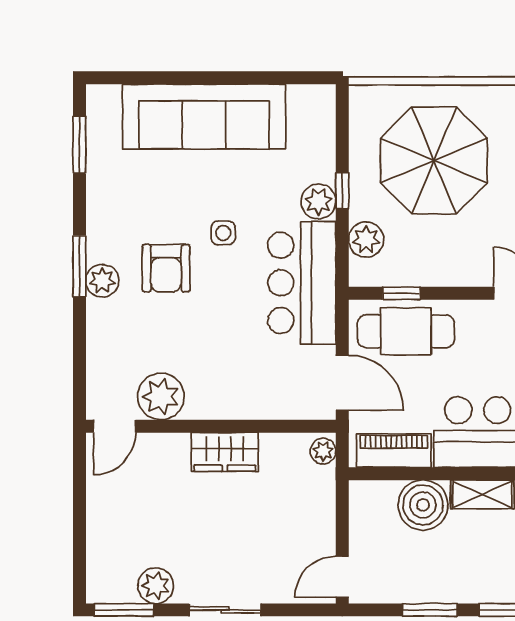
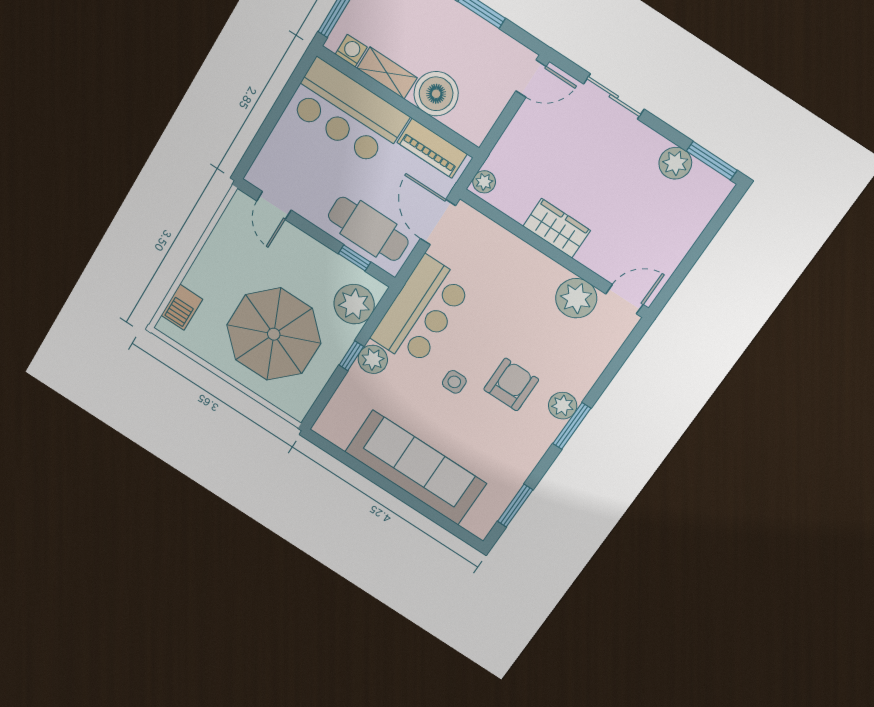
plant: (366, 240) -> (354, 304), width x1.36, depth x1.36
sliding door: (225, 610) -> (614, 97), moved

